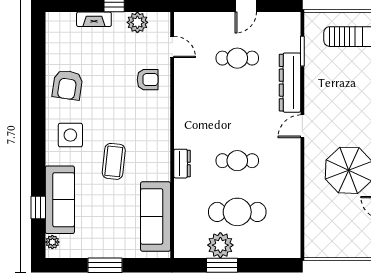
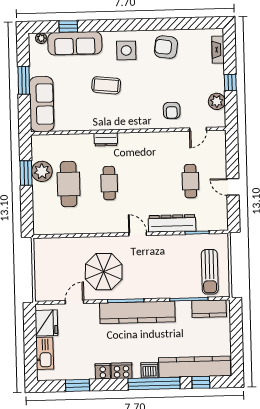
fireplace: (94, 19) -> (218, 50), moved
sofa: (156, 216) -> (42, 104), moved, turned 90

